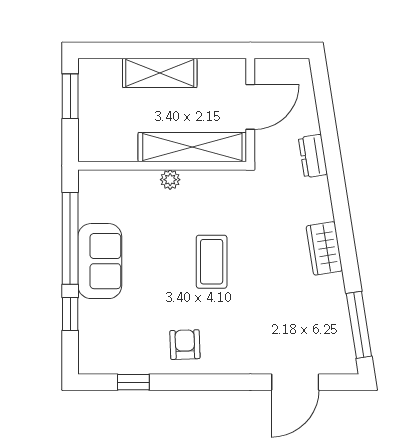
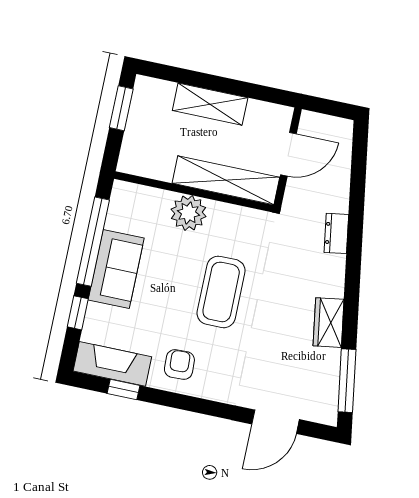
dresser: (313, 156) -> (336, 233), moved
plant: (170, 180) -> (189, 213), width x1.88, depth x1.88
wardrobe: (324, 248) -> (329, 323), moved
coffee table: (212, 262) -> (221, 292), width x1.36, depth x1.32
fireplace: (116, 359) -> (112, 364), added

